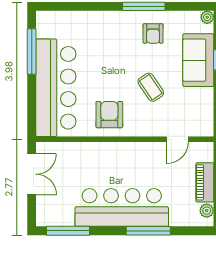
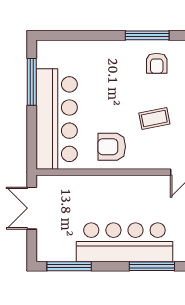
coffee table: (151, 87) -> (154, 119), turned -67
armchair: (109, 115) -> (112, 147), turned -90
double door: (32, 174) -> (32, 208), swing flipped

